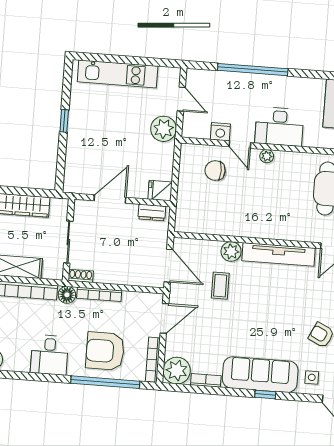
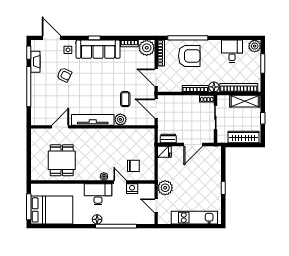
floor lamp: (284, 84) -> (97, 219), added
door: (164, 318) -> (156, 78), hinge flipped
desk: (49, 355) -> (232, 51), moved

